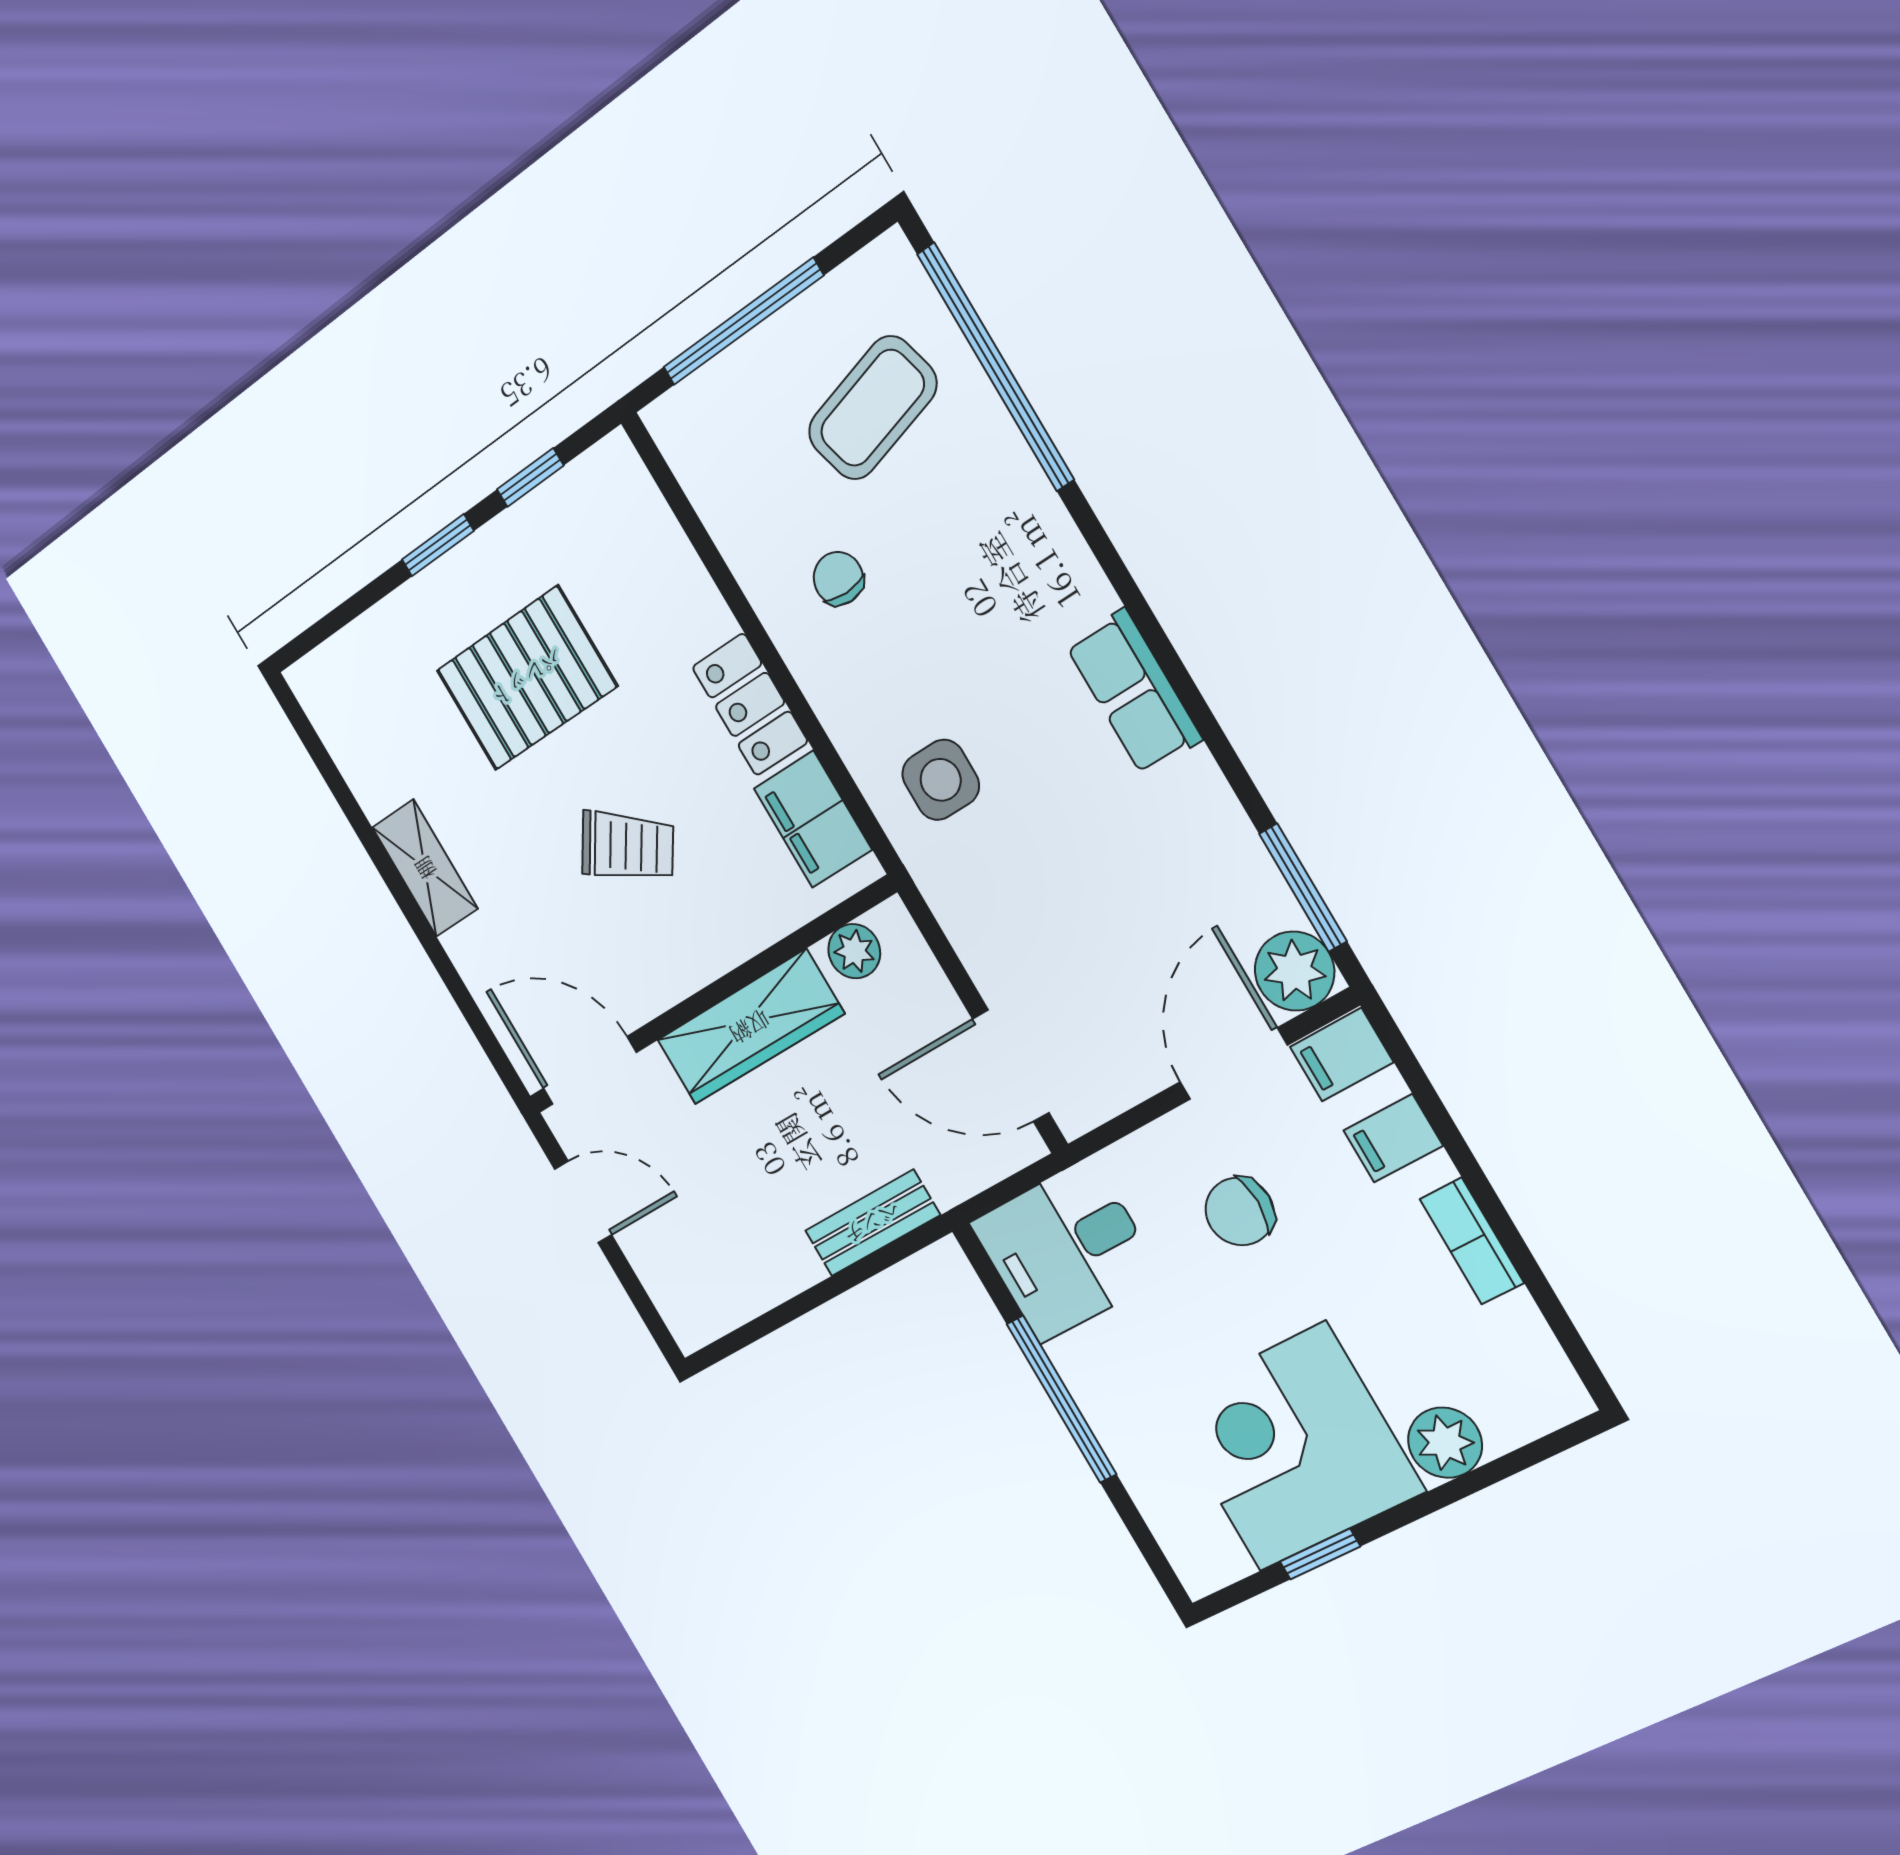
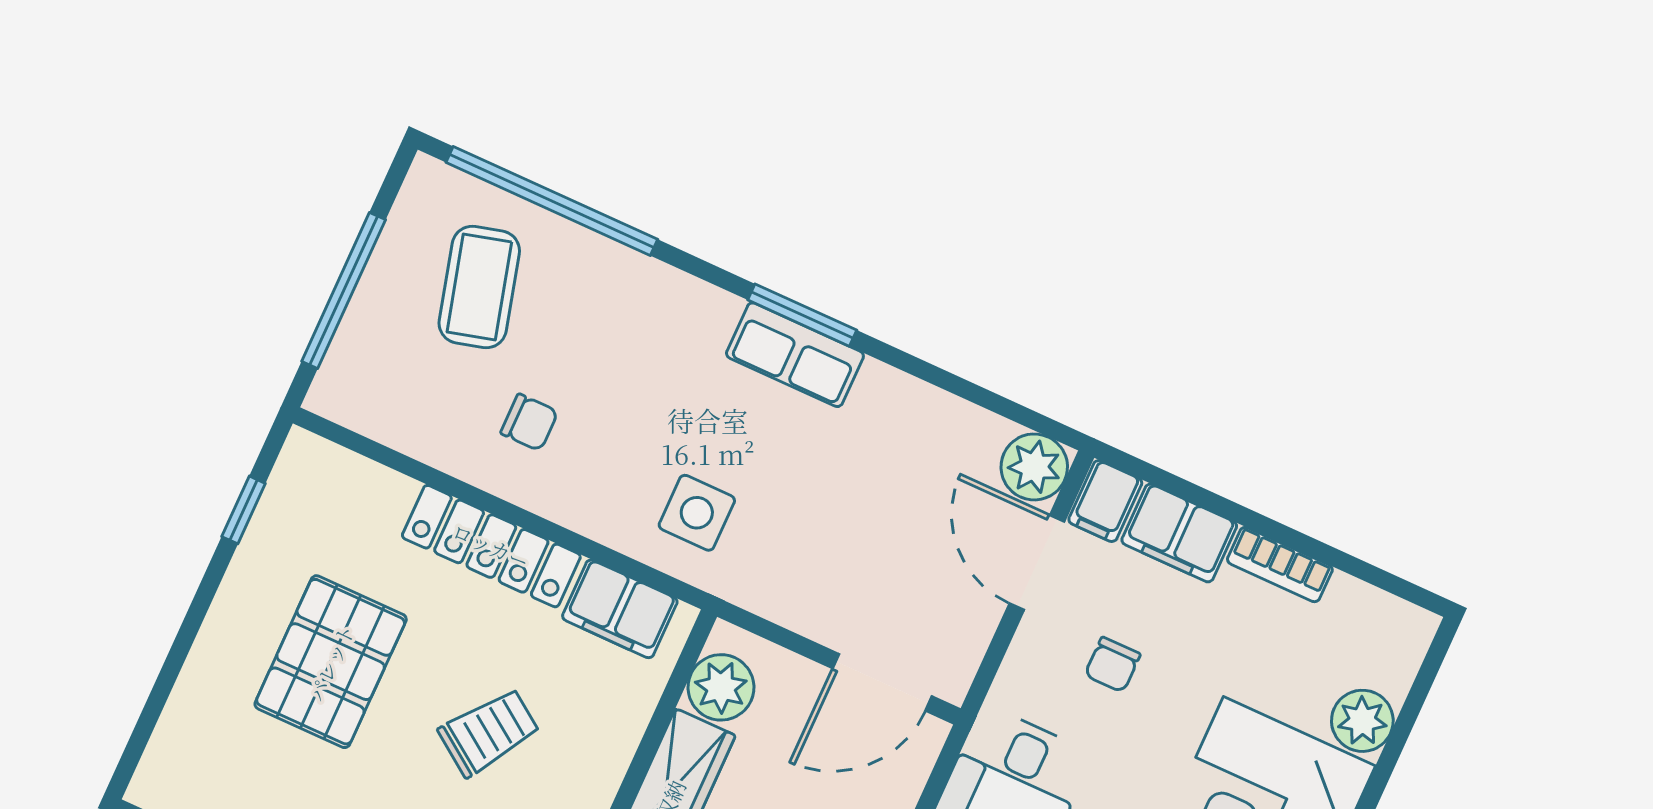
window: (438, 545) -> (198, 611), removed
chair: (838, 578) -> (529, 422), turned 180
locker: (750, 704) -> (491, 546), width x1.53
window: (1303, 888) -> (802, 315), moved
plant: (854, 951) -> (721, 687), width x1.38, depth x1.38
filing cabinet: (1393, 1138) -> (1179, 533), width x2.00
chair: (1240, 1212) -> (1113, 665), width x0.73, depth x0.73

